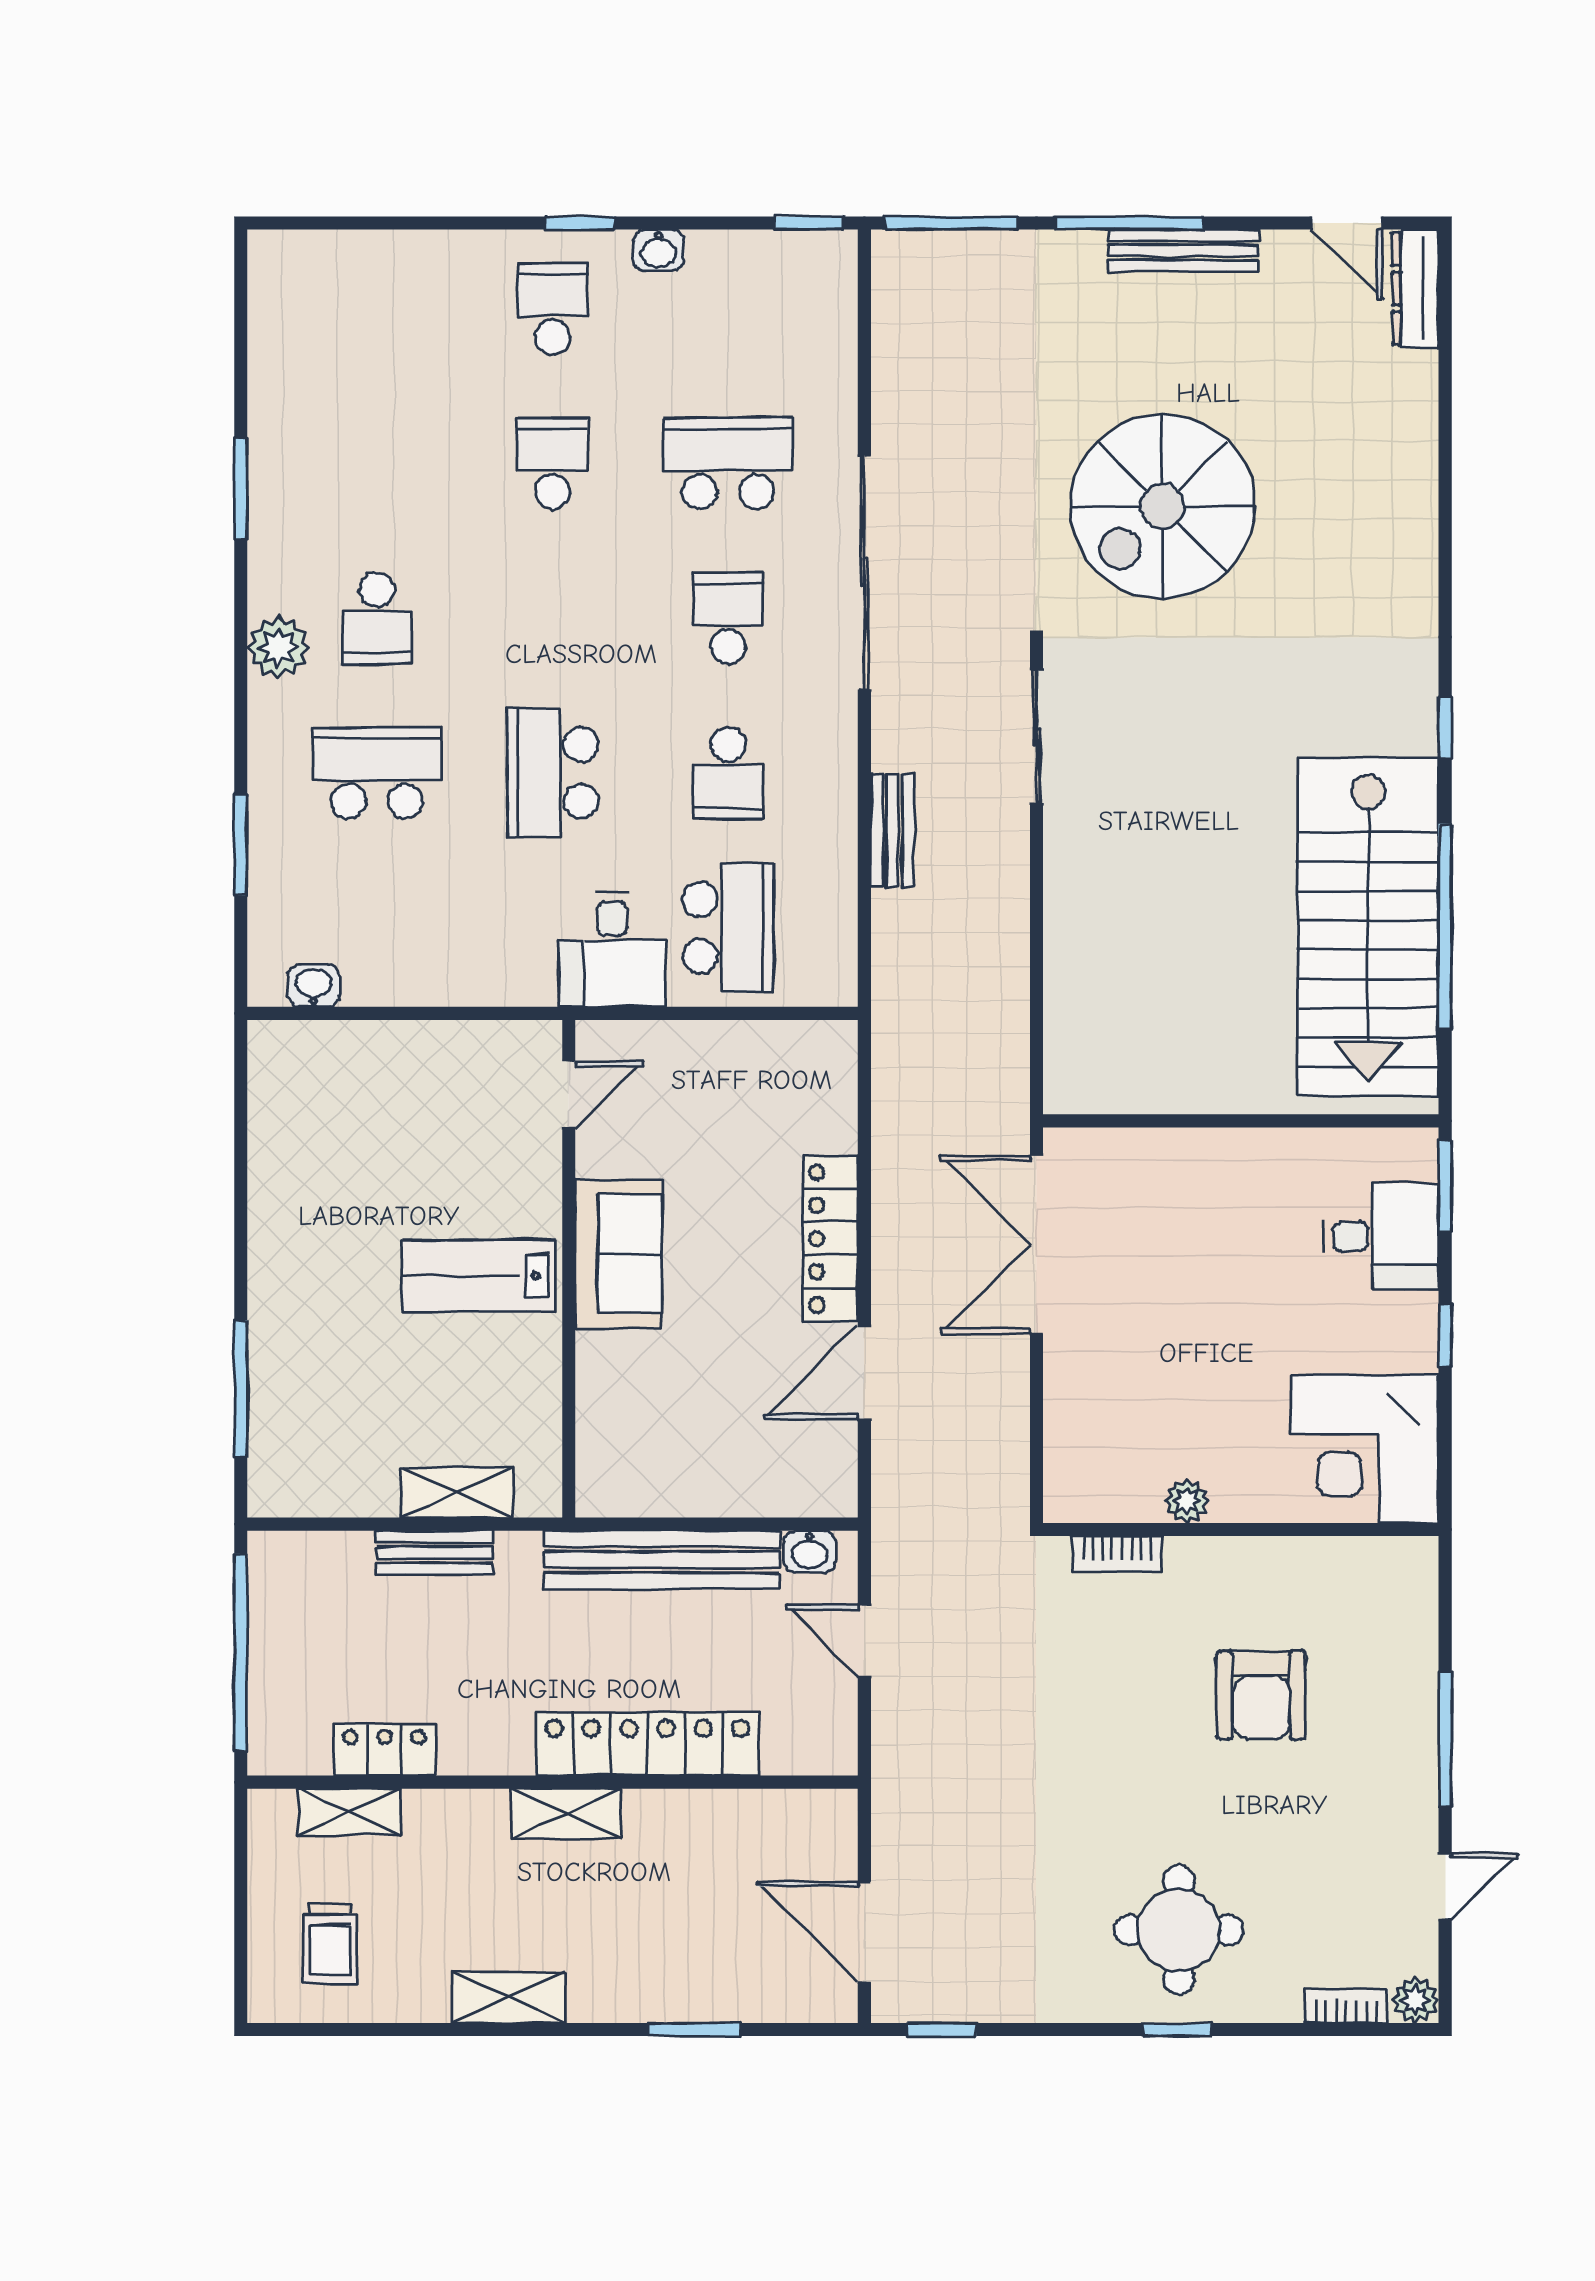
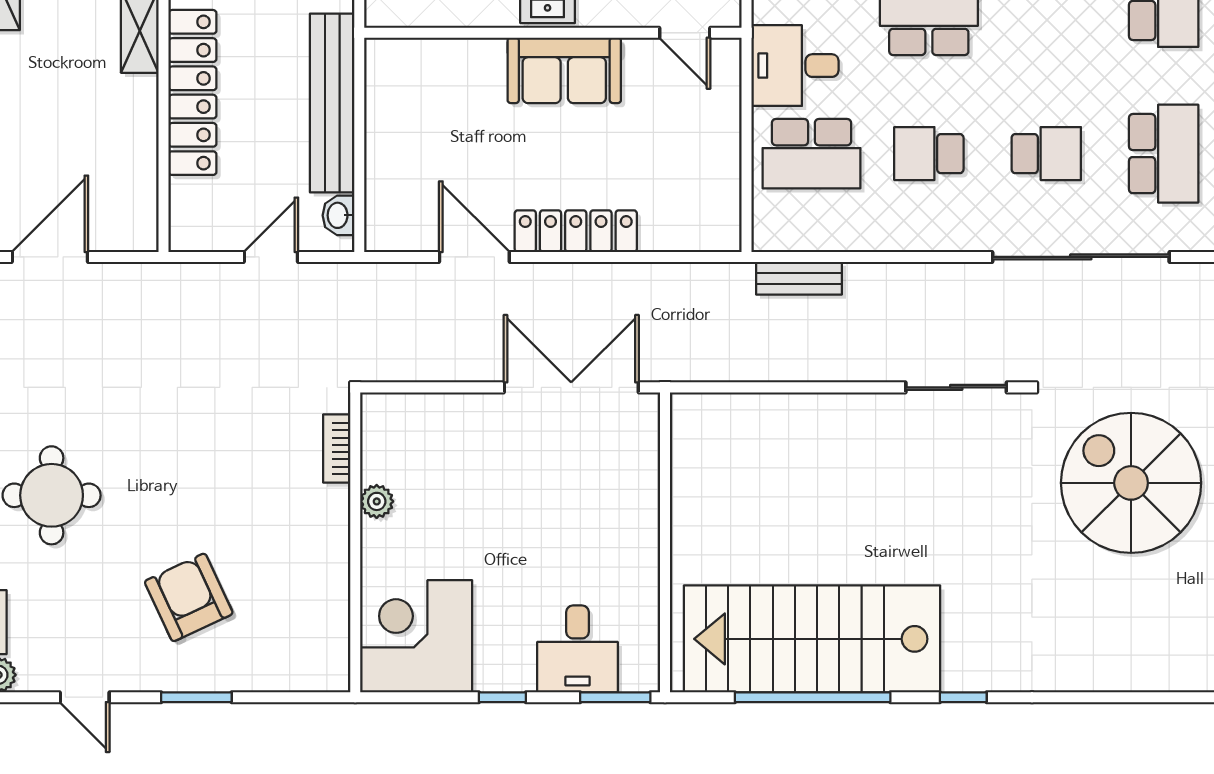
bench: (892, 831) -> (799, 278), moved
armchair: (1261, 1695) -> (189, 597), moved, turned 65
window: (1445, 1739) -> (196, 697), width x0.69

